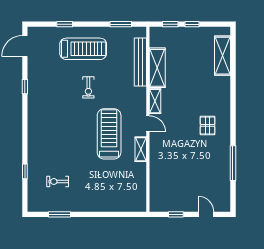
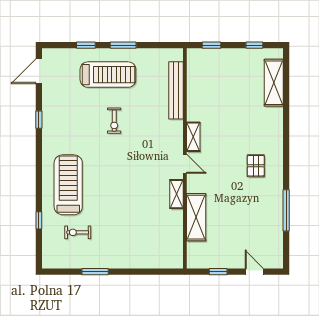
window: (121, 24) -> (123, 45), moved
window: (192, 24) -> (254, 45), moved
shelving: (157, 68) -> (196, 217), moved
treadmill: (109, 134) -> (68, 185), moved
window: (60, 214) -> (95, 272), moved

